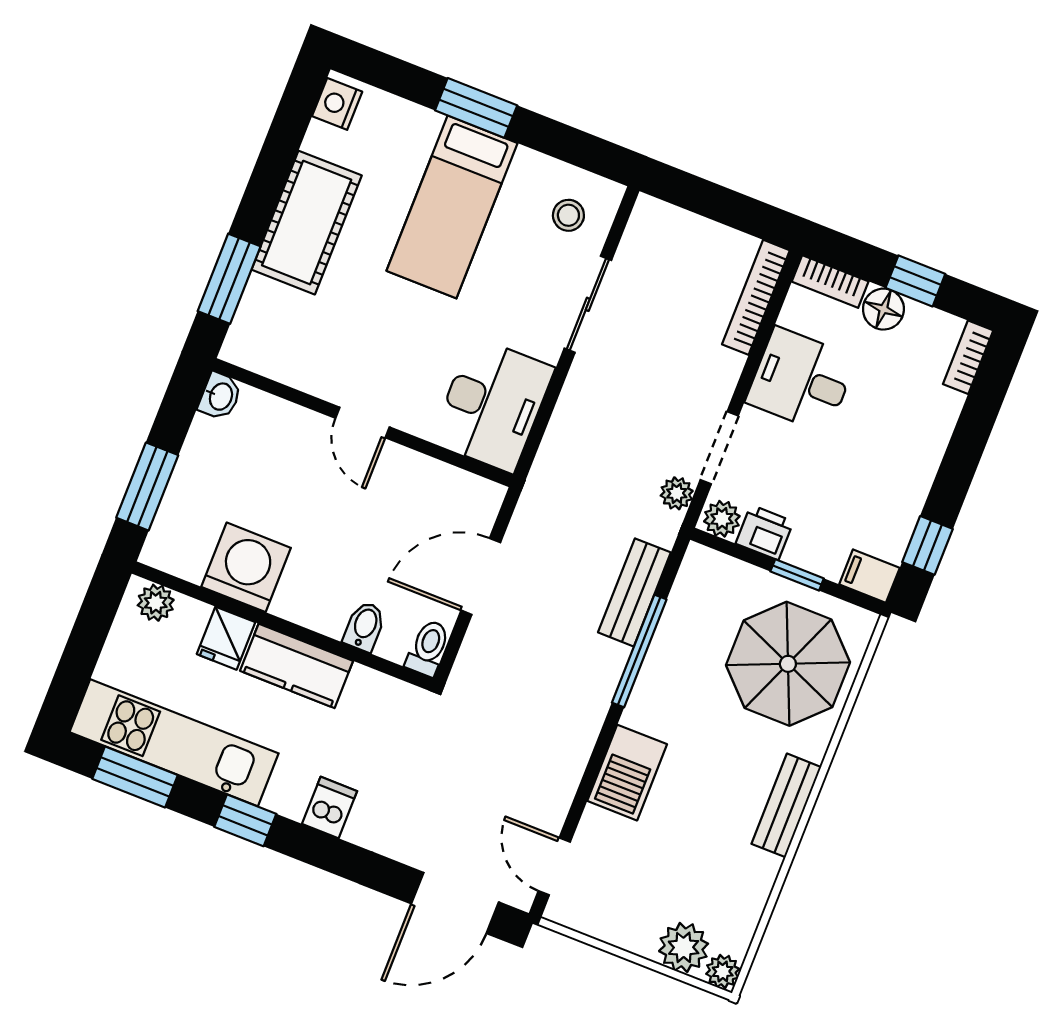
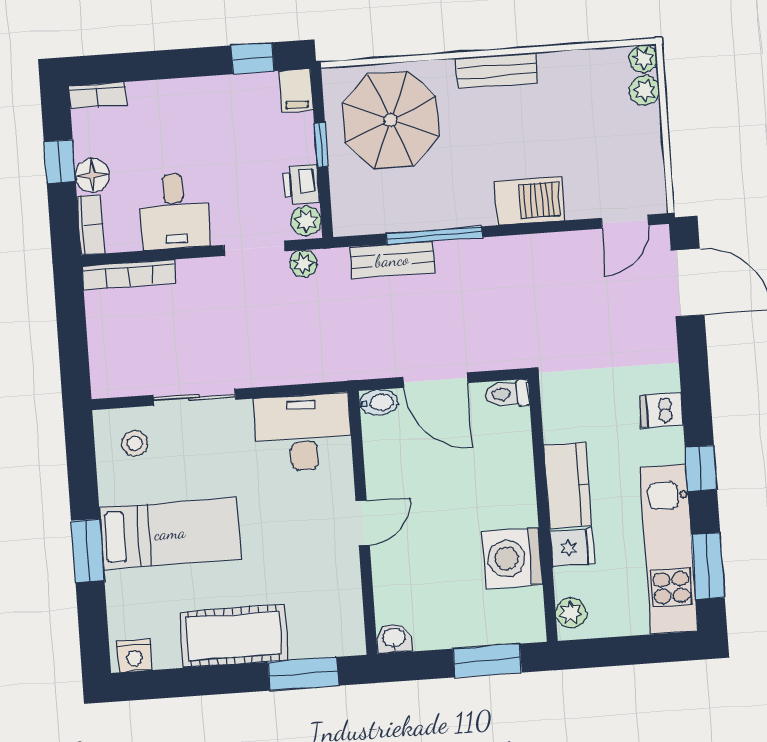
bidet: (364, 626) -> (379, 403), moved, turned 180
plant: (684, 947) -> (644, 90), width x0.73, depth x0.73

